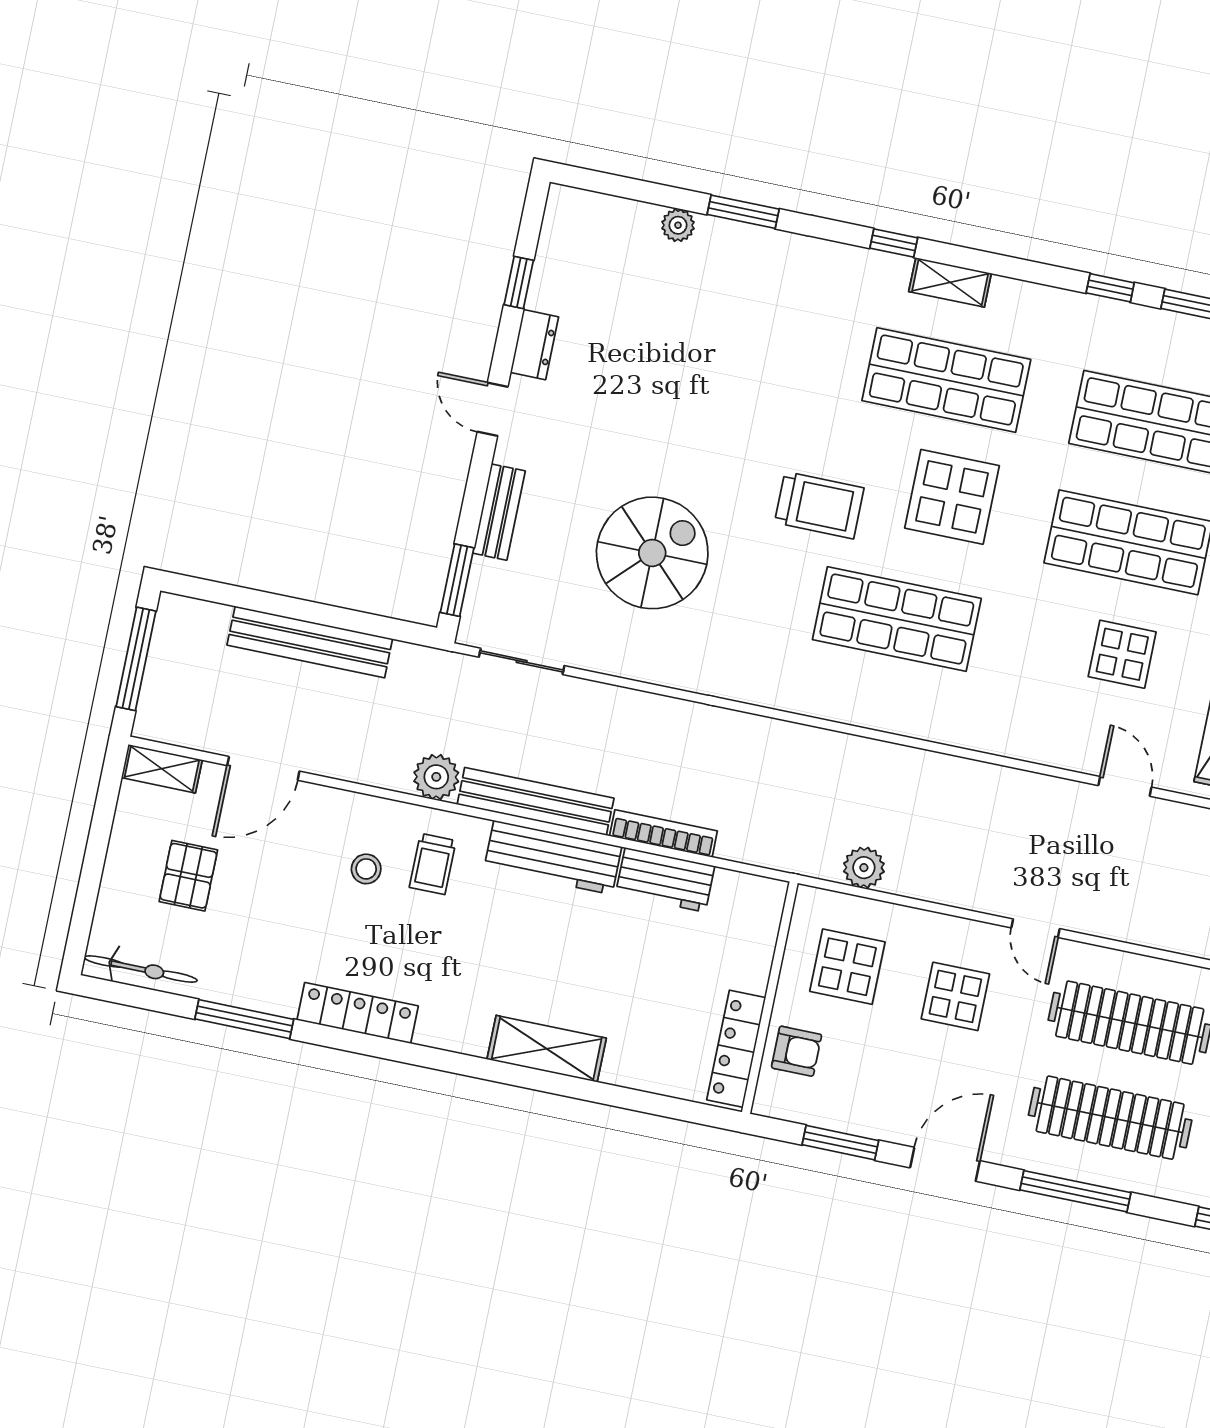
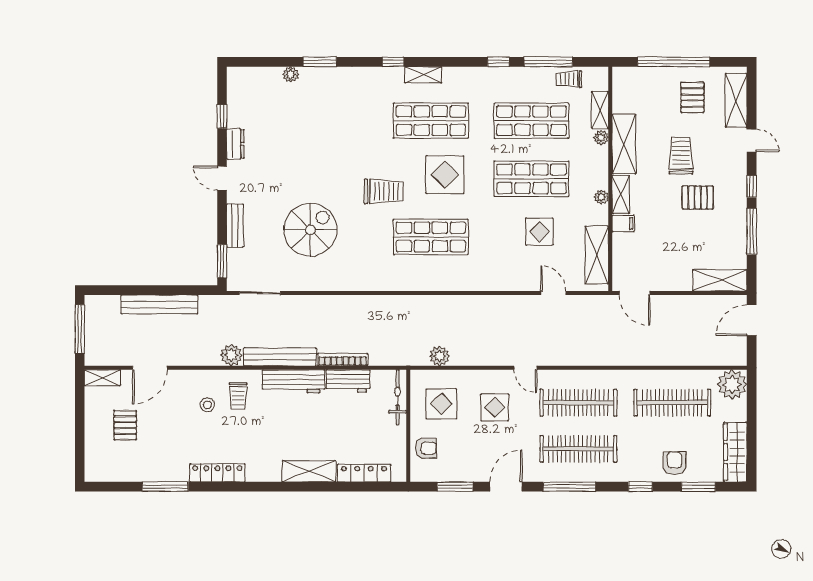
bicycle: (141, 969) -> (398, 397), moved, turned -90
locker: (736, 1049) -> (364, 473), moved, turned 90

